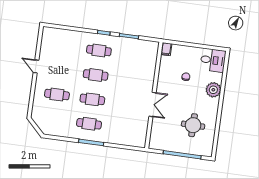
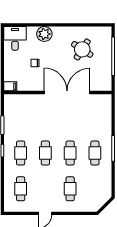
cafe table: (64, 46) -> (21, 189), added
double door: (152, 104) -> (67, 93), width x1.87
round table: (193, 125) -> (82, 49), turned 32

